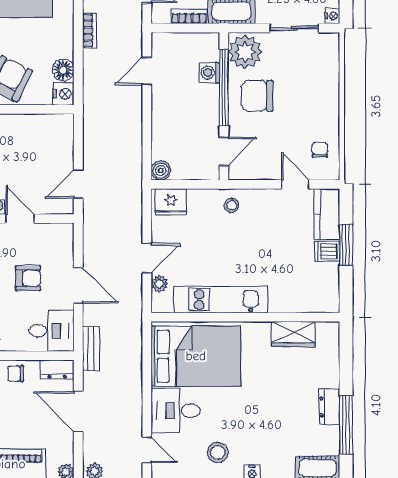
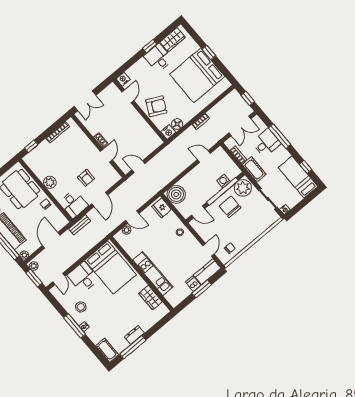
boiler: (161, 170) -> (176, 194), width x1.86, depth x1.86
kitchen unit: (221, 300) -> (153, 273), moved
dresser: (57, 369) -> (61, 219), removed

